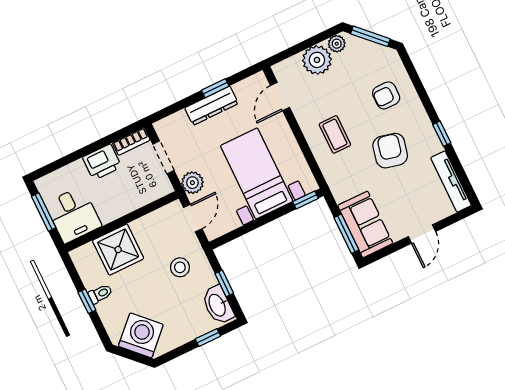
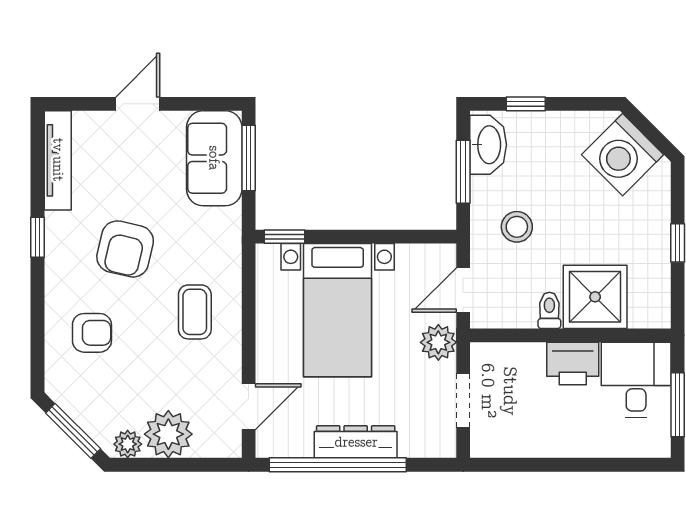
window: (215, 88) -> (338, 465), width x3.17
bookcase: (131, 141) -> (499, 446), removed
printer: (102, 162) -> (573, 364), moved, turned 180
window: (224, 283) -> (463, 172), width x1.50
toilet: (100, 294) -> (549, 310), moved, turned 90

